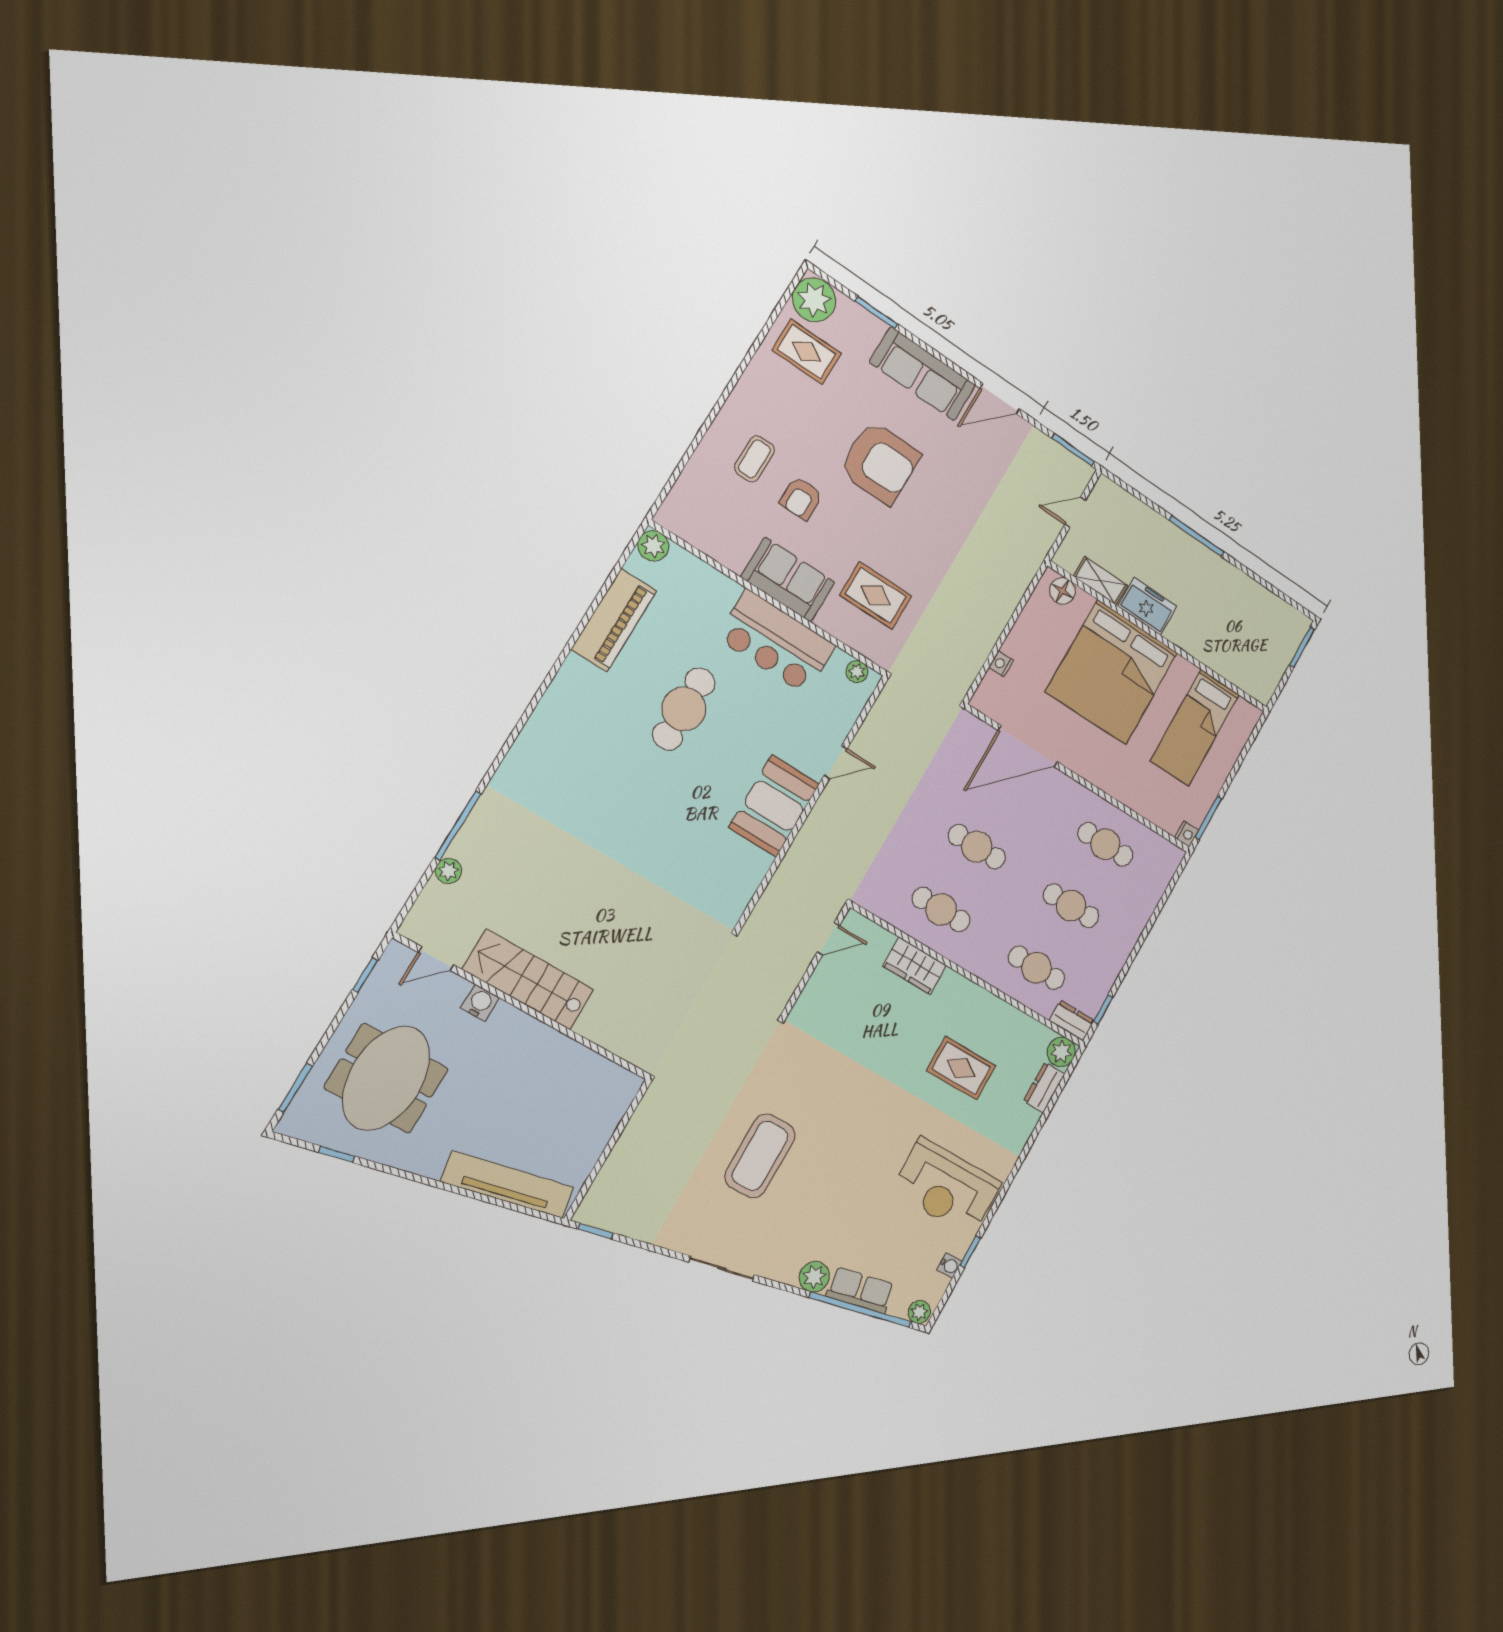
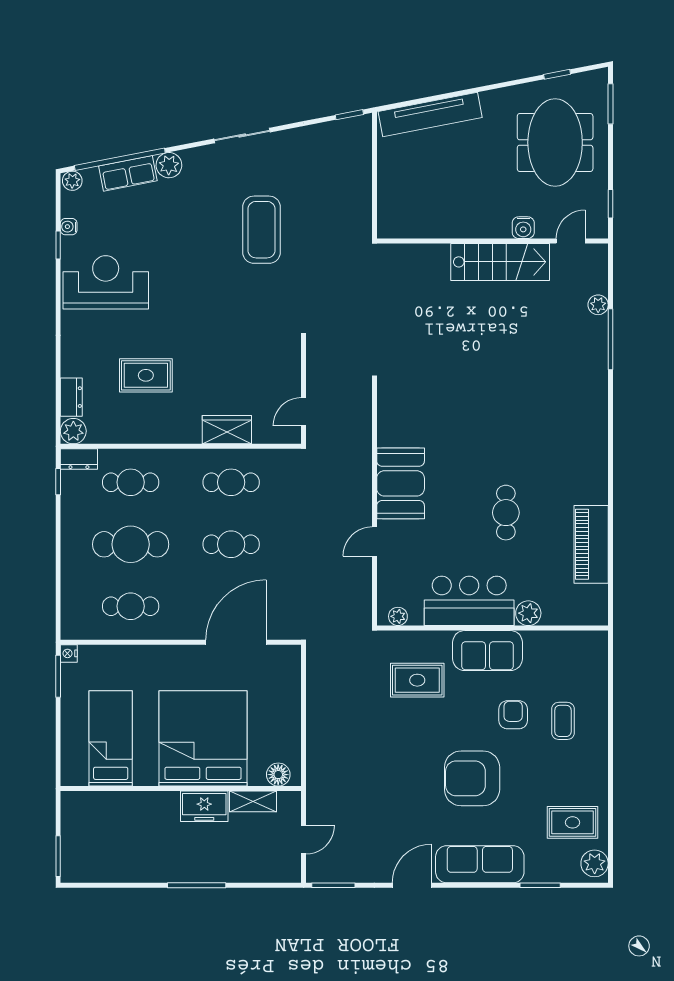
plant: (814, 300) -> (595, 863), width x0.73, depth x0.73
plant: (653, 546) -> (528, 613), moved
nightstand: (1001, 664) -> (293, 690), removed
cafe table: (684, 709) -> (506, 513), width x0.73, depth x0.74
cafe table: (1071, 906) -> (131, 544), width x1.37, depth x1.35

